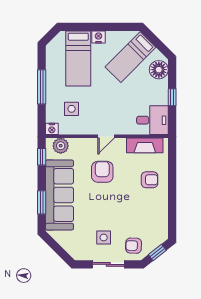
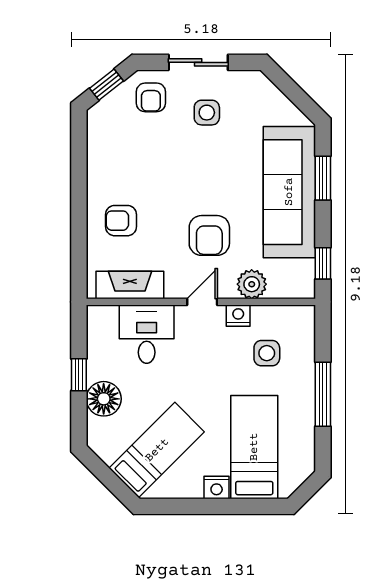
floor lamp: (159, 70) -> (104, 399), moved
desk: (152, 120) -> (147, 334), moved, turned 90
nightstand: (52, 129) -> (238, 316), moved
plant: (61, 146) -> (252, 284), moved
armchair: (134, 246) -> (151, 97), turned 88

